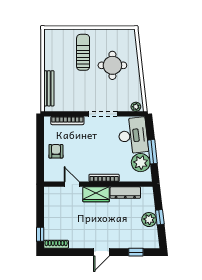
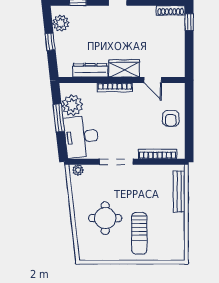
plant: (149, 220) -> (61, 23), moved

